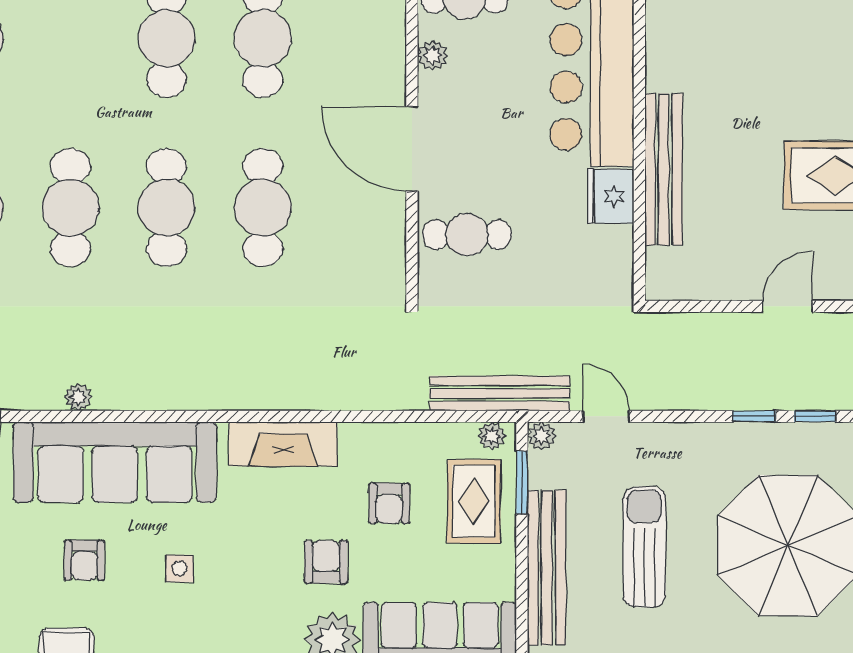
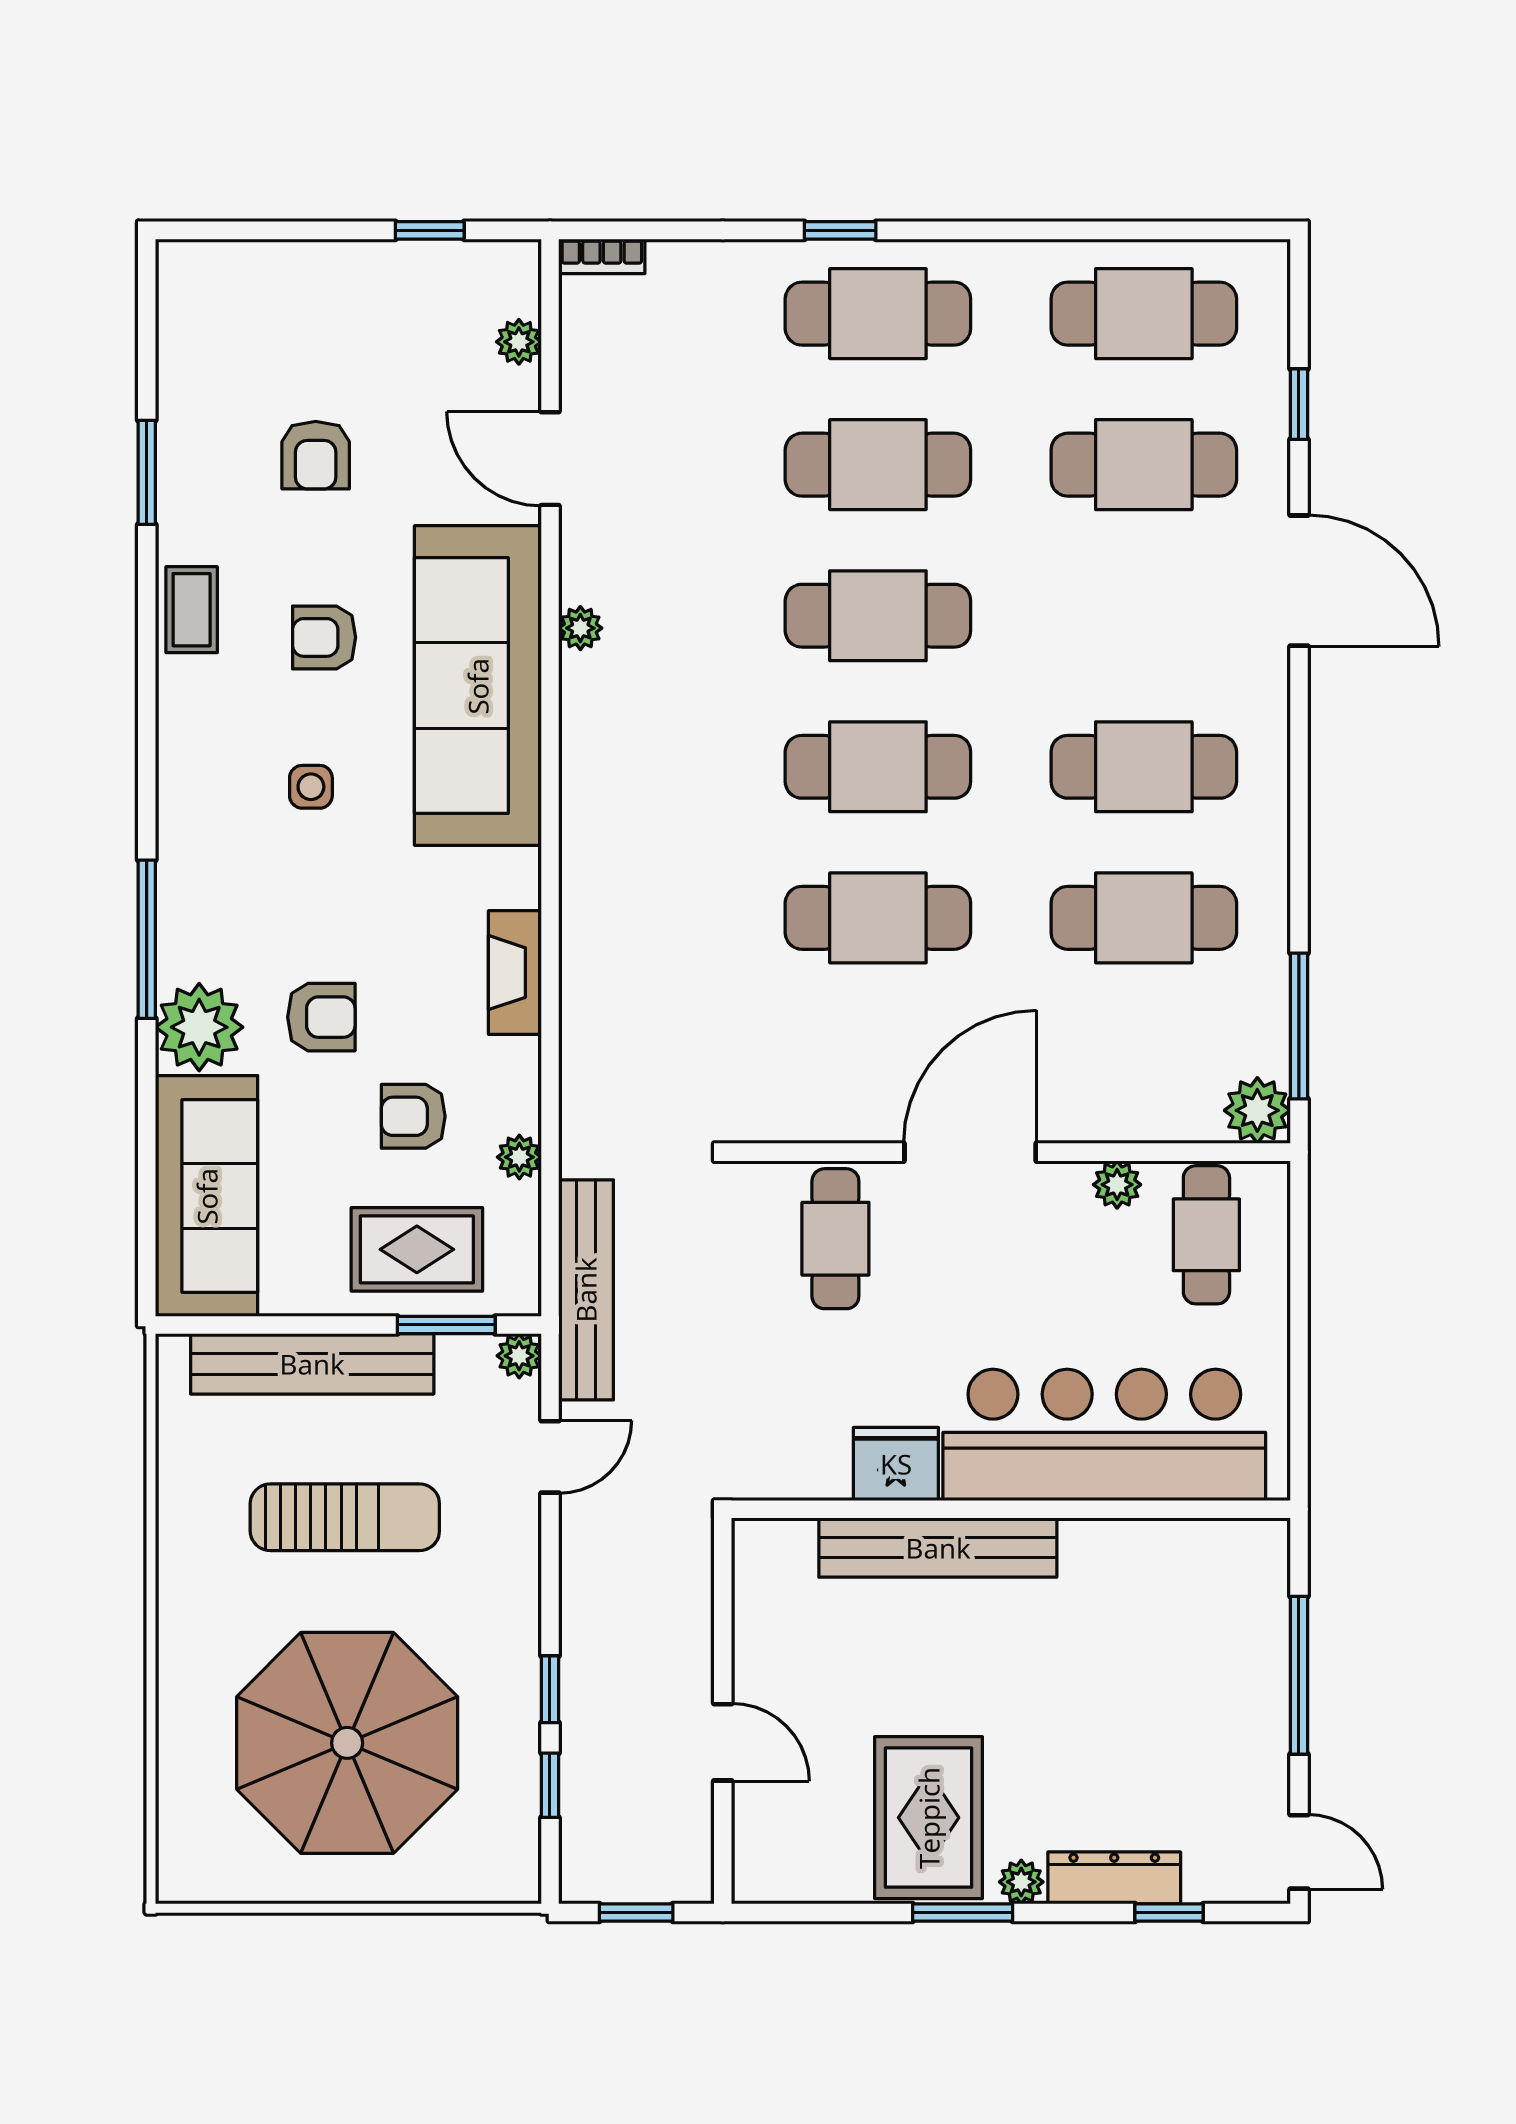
plant: (492, 436) -> (519, 1157), moved
fireplace: (283, 444) -> (515, 973), width x0.73, depth x0.76

